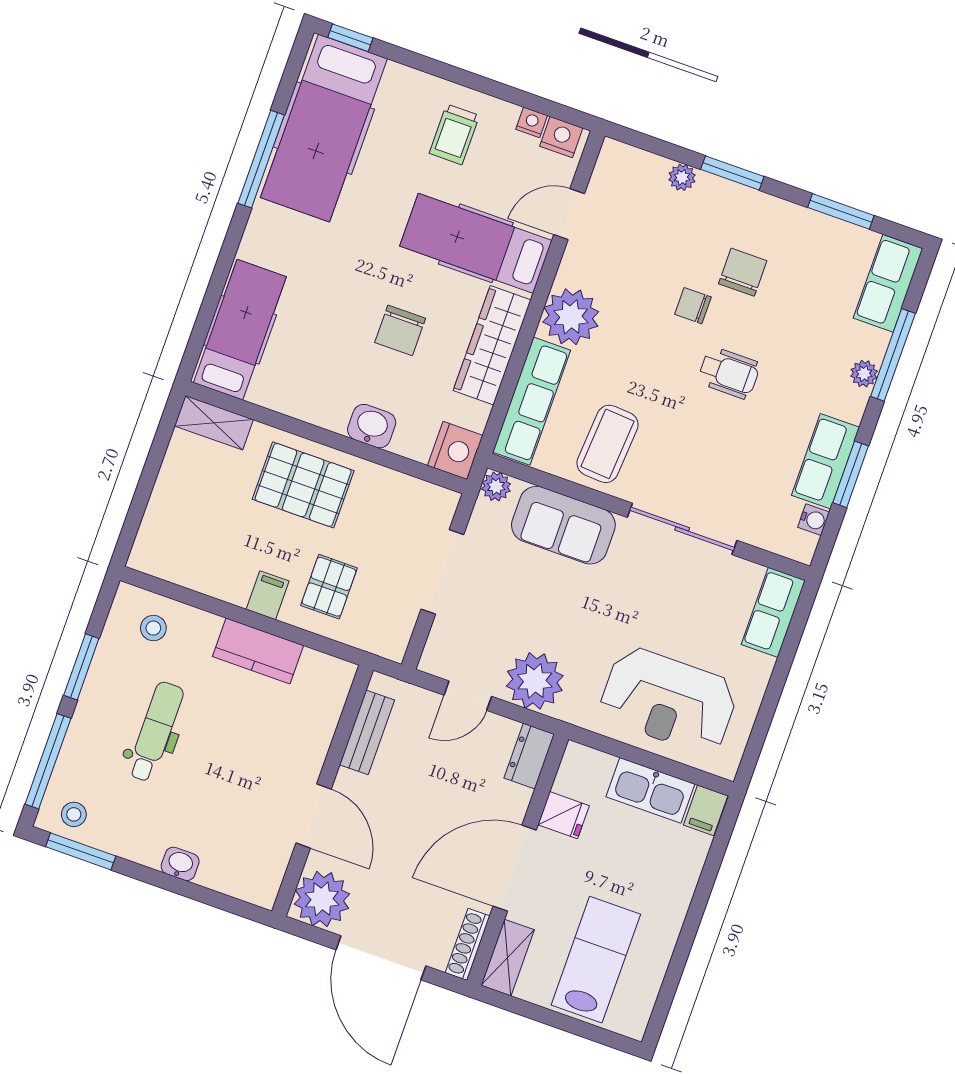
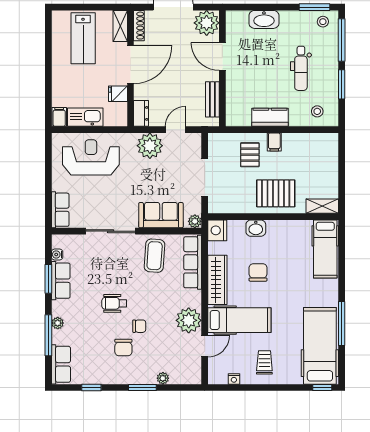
nightstand: (561, 137) -> (219, 377), removed
window: (841, 211) -> (91, 387), width x0.67
plant: (571, 317) -> (189, 320), moved
washbasin: (180, 864) -> (264, 19), width x1.91, depth x1.45

